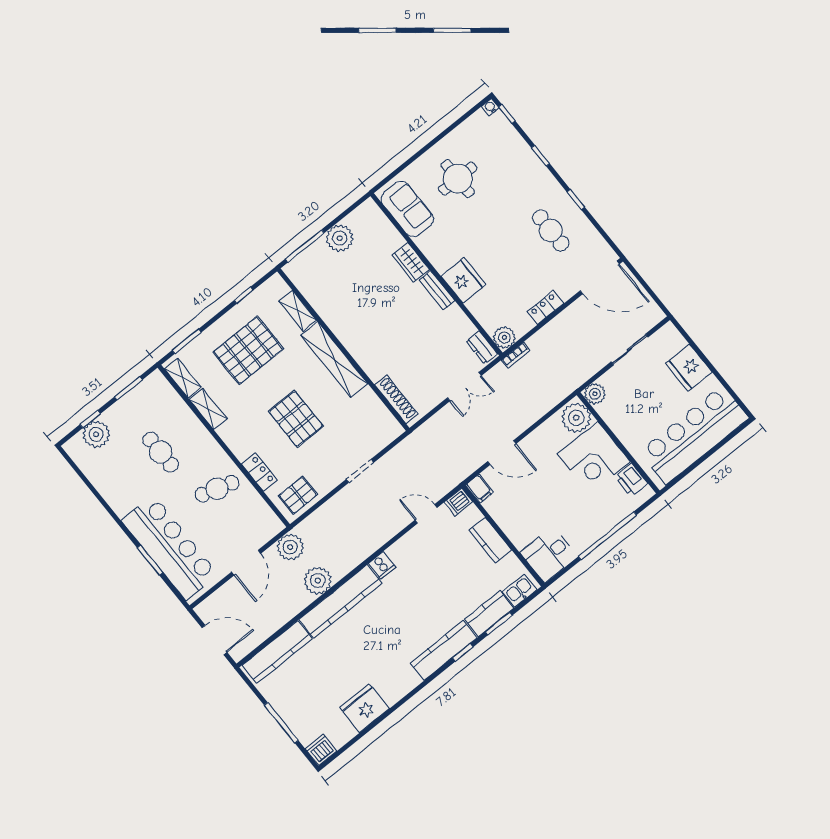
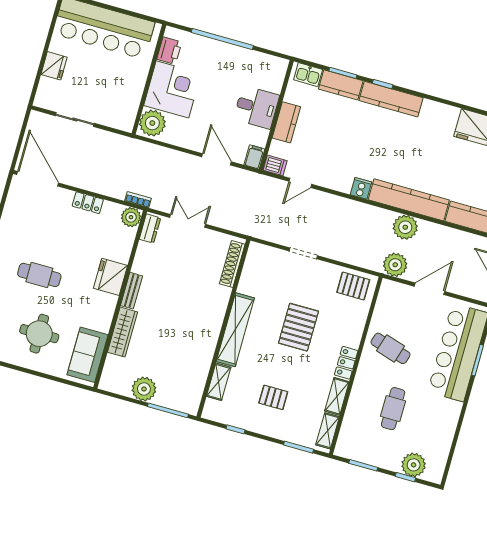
cafe table: (551, 230) -> (39, 275), moved, turned 90
wardrobe: (411, 262) -> (122, 332), width x1.50
pallet: (248, 350) -> (273, 397), width x0.49, depth x0.50
fridge: (689, 368) -> (54, 66), width x0.73, depth x0.75
plant: (595, 394) -> (125, 122), removed
locker: (259, 472) -> (346, 363), moved
door: (426, 514) -> (300, 183), hinge flipped
desk: (549, 554) -> (257, 107), moved

